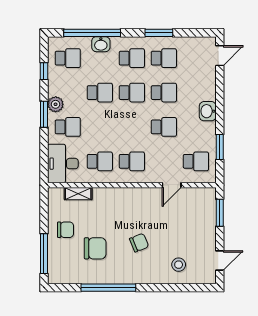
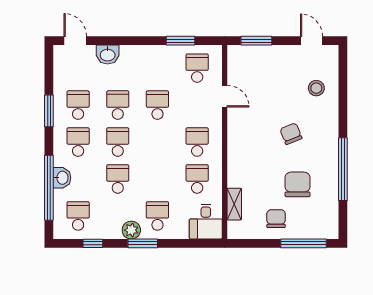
washbasin: (208, 111) -> (108, 55), moved
desk: (63, 164) -> (206, 222), width x0.73

